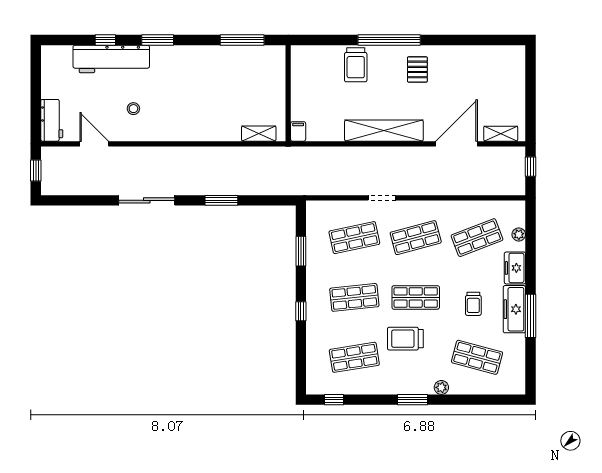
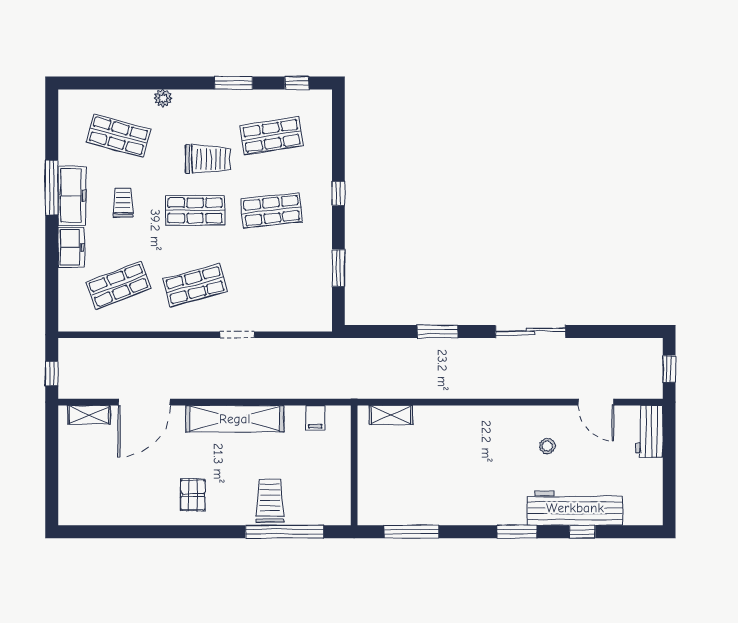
window: (389, 40) -> (284, 532), moved
filing cabinet: (298, 131) -> (315, 418), moved
plant: (519, 234) -> (66, 289), removed
shop shelf: (354, 238) -> (272, 285), removed
window: (413, 400) -> (234, 83), moved

